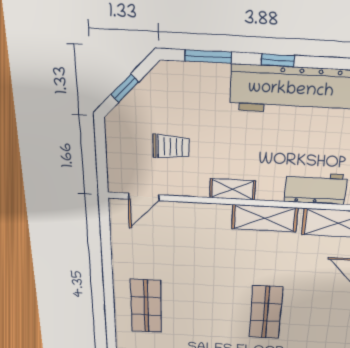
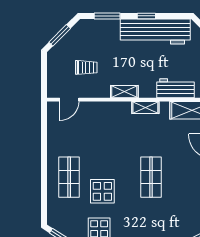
window: (125, 88) -> (60, 35), width x1.50
shelving: (265, 218) -> (145, 107), width x0.67, depth x0.75
display table: (194, 327) -> (102, 191), added

